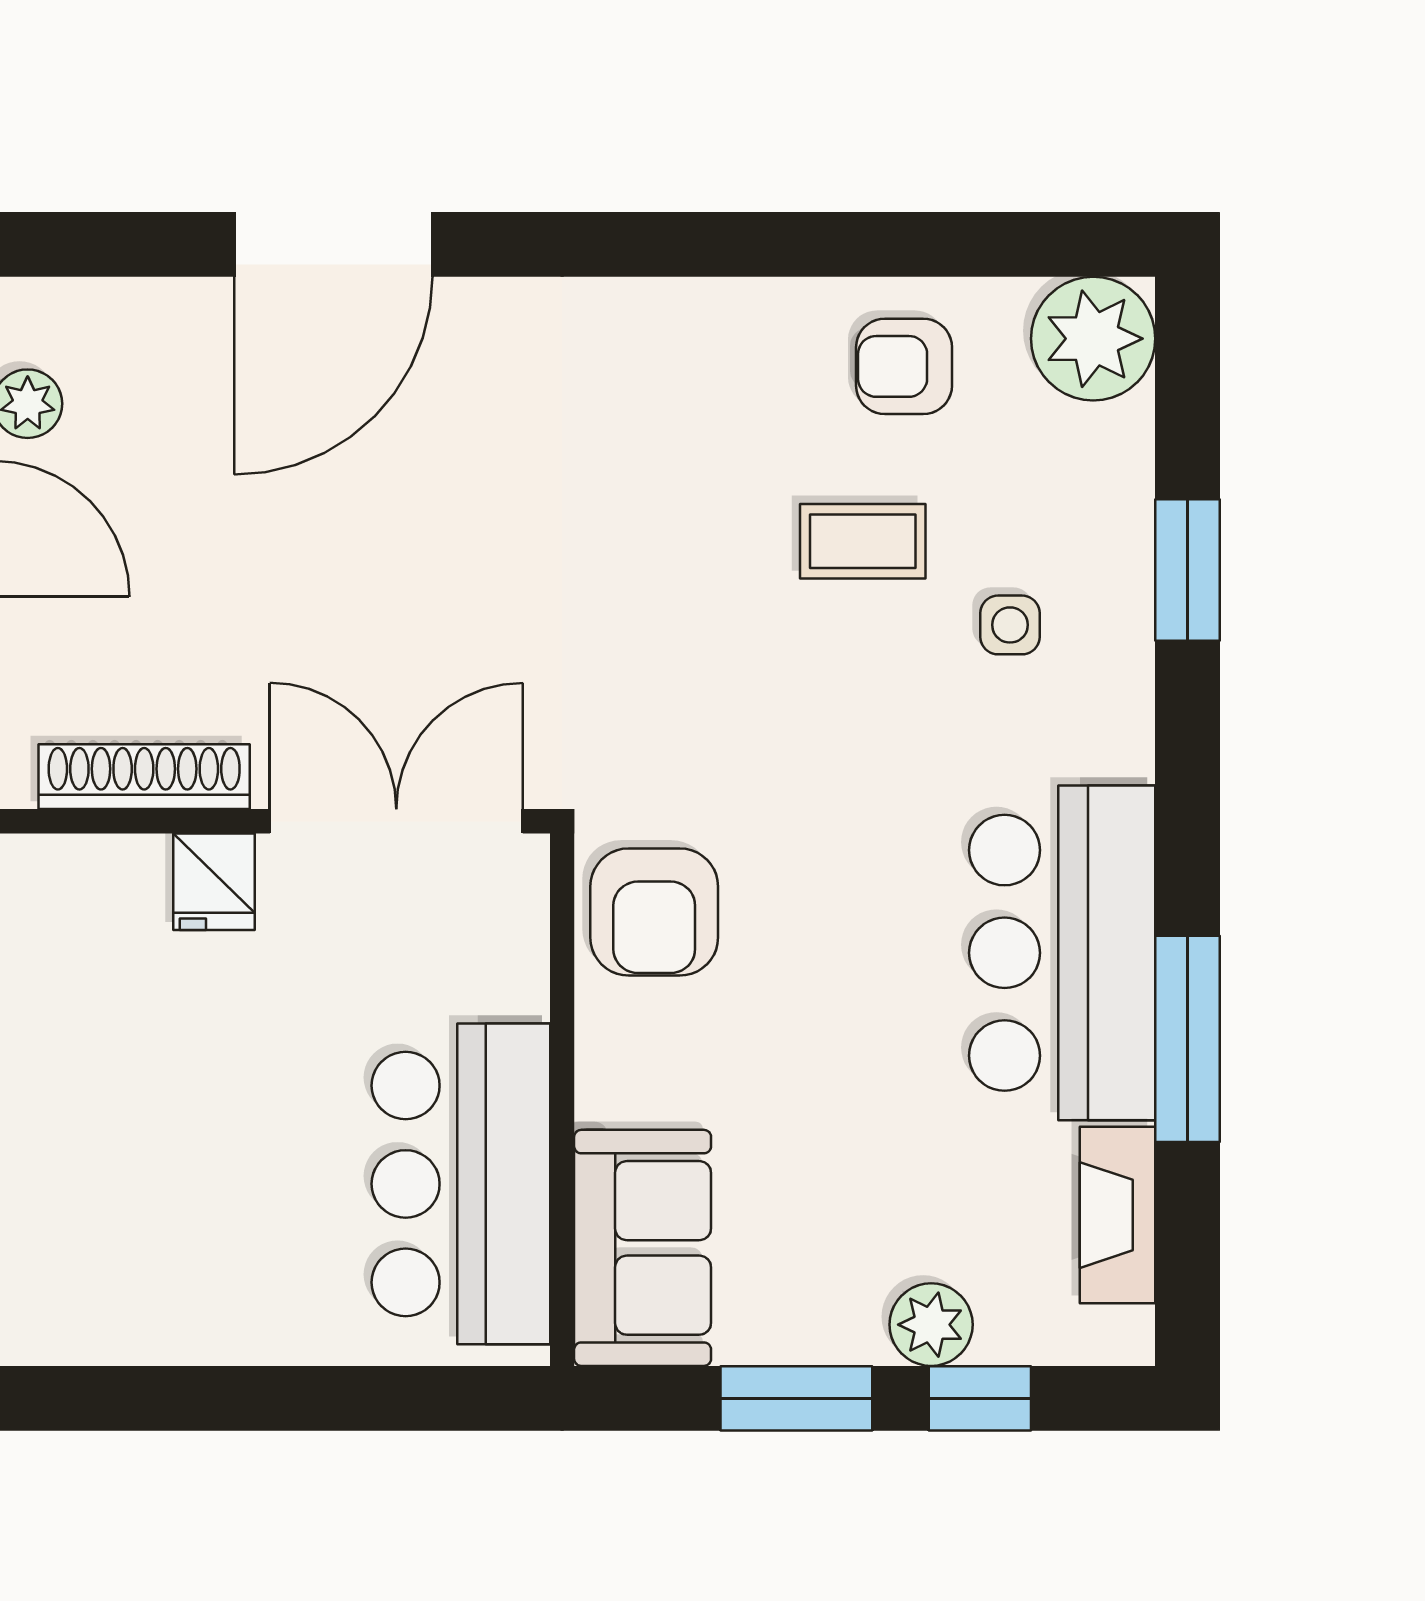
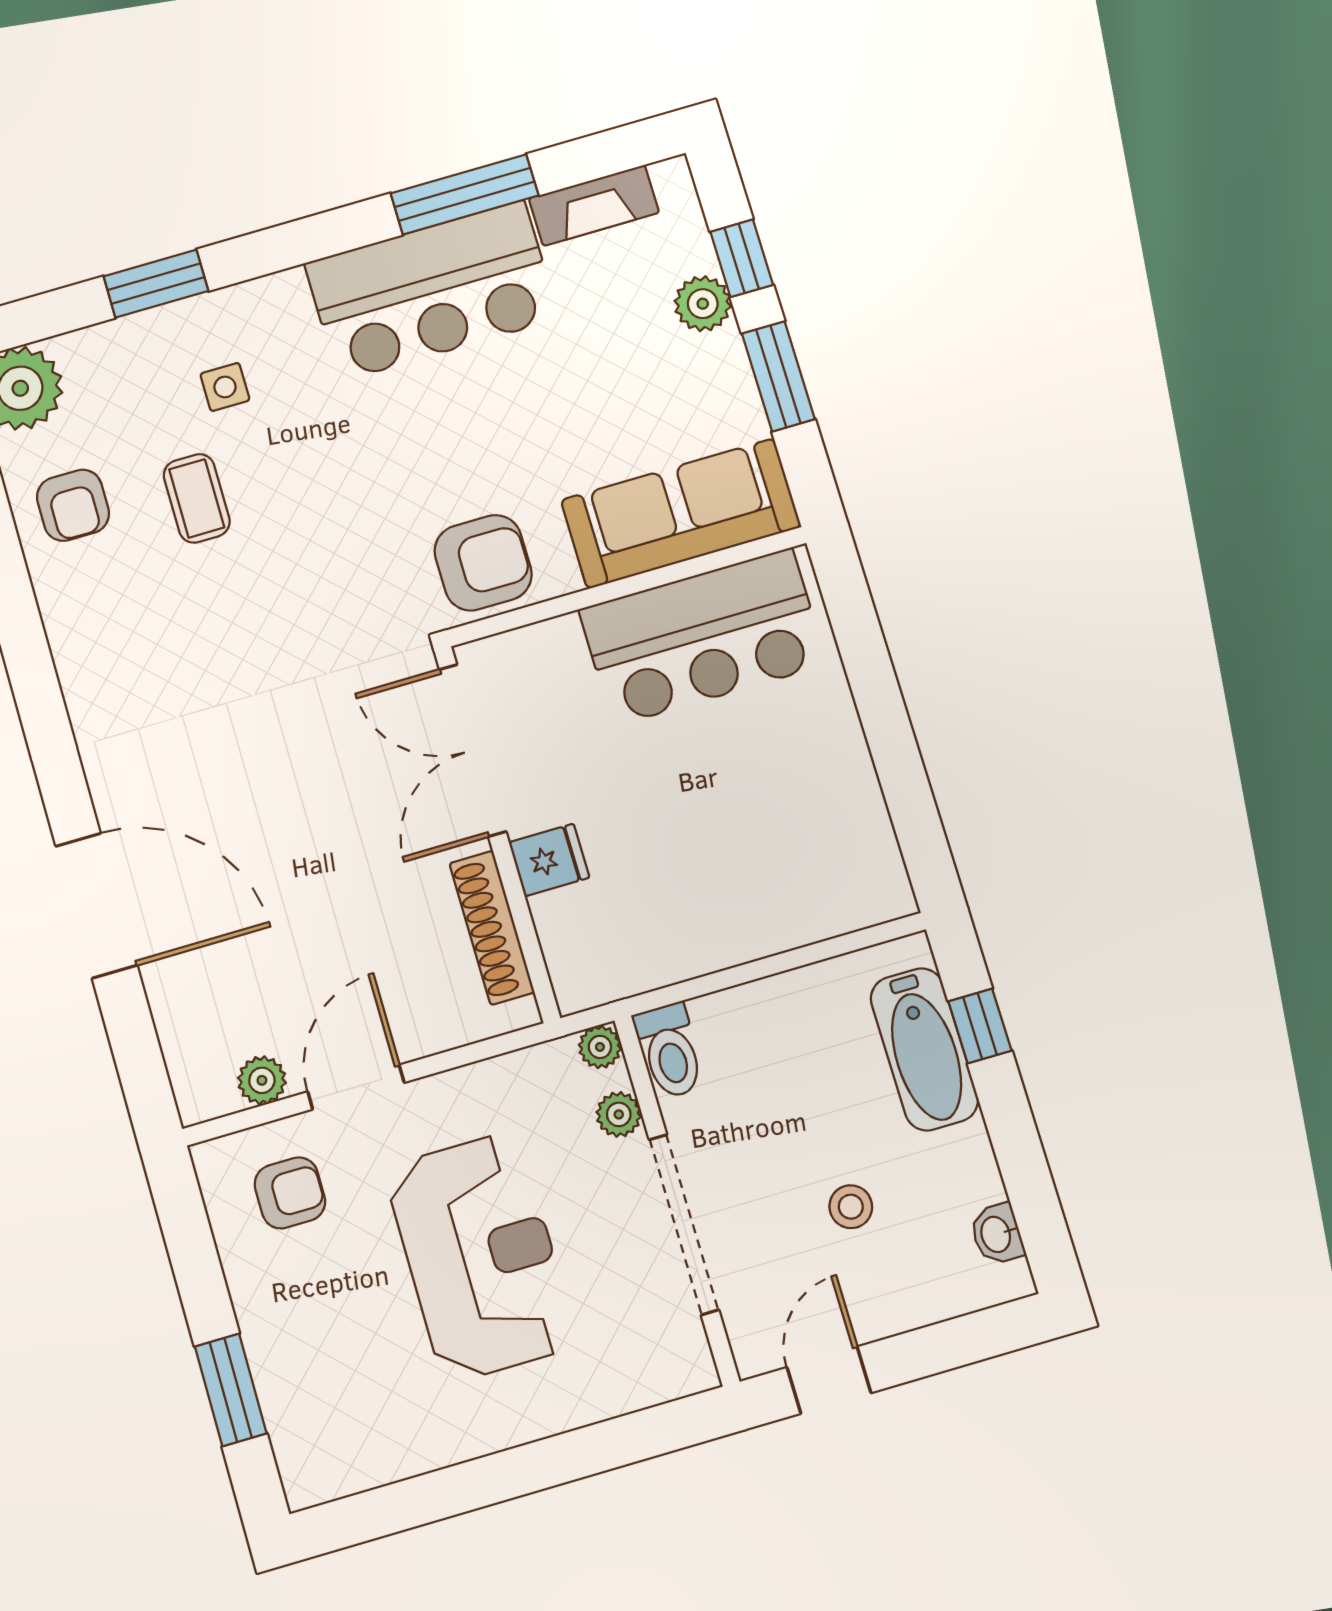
sofa: (643, 1248) -> (681, 514), width x1.36

